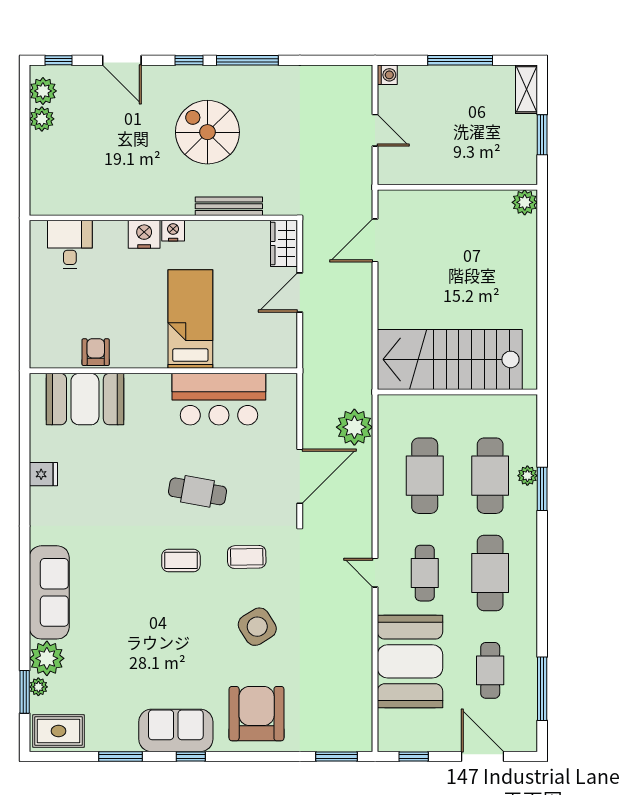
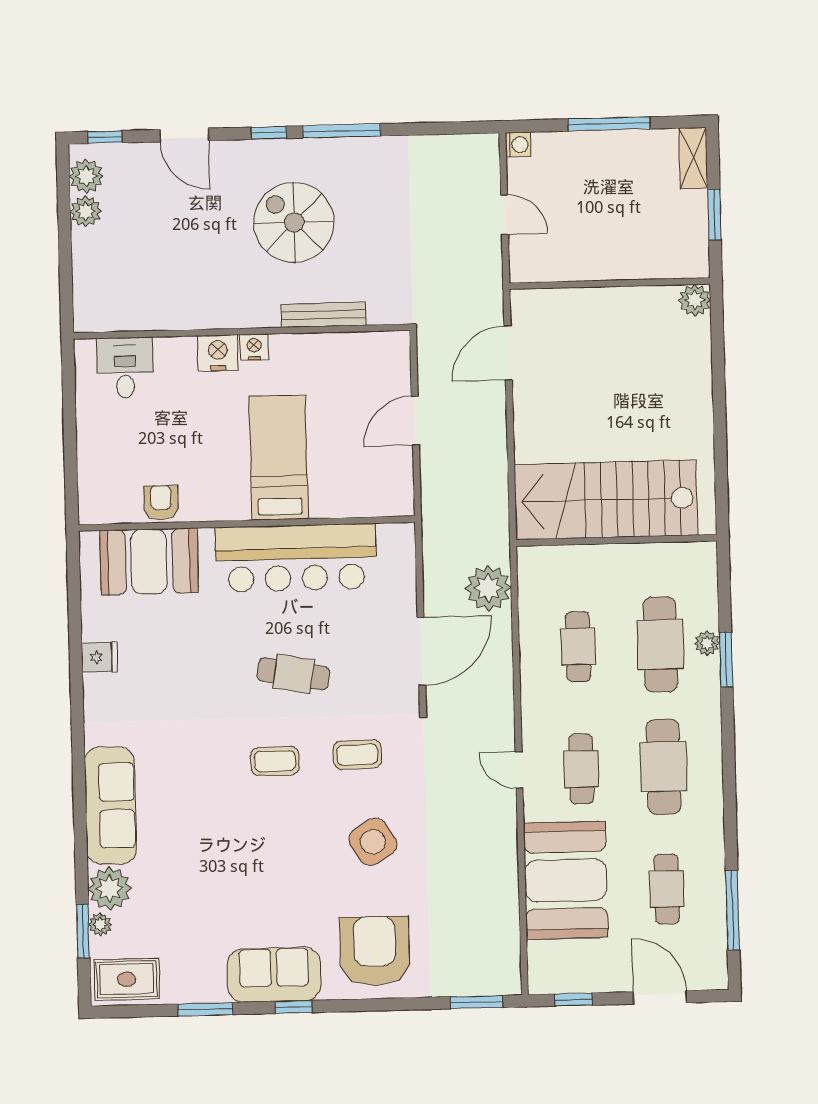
wardrobe: (284, 243) -> (394, 360), removed
bar counter: (219, 399) -> (296, 558), width x1.36
cafe table: (425, 476) -> (578, 647), width x0.73, depth x0.74

